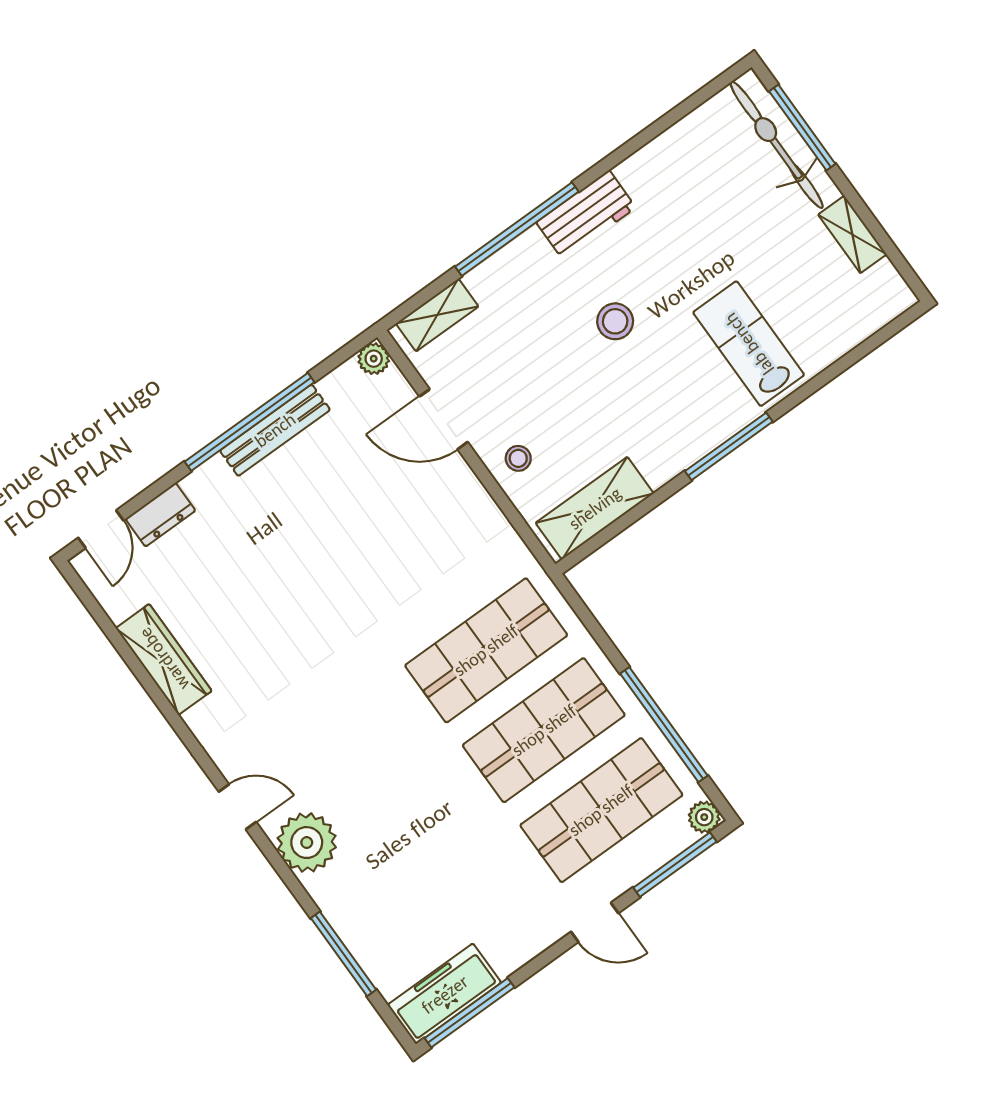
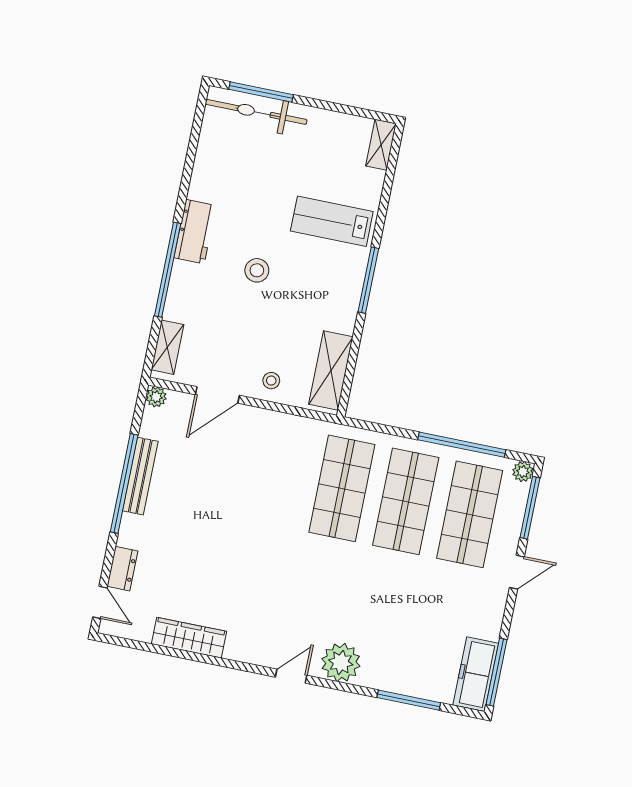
shelving: (852, 235) -> (381, 145), moved, turned 90

